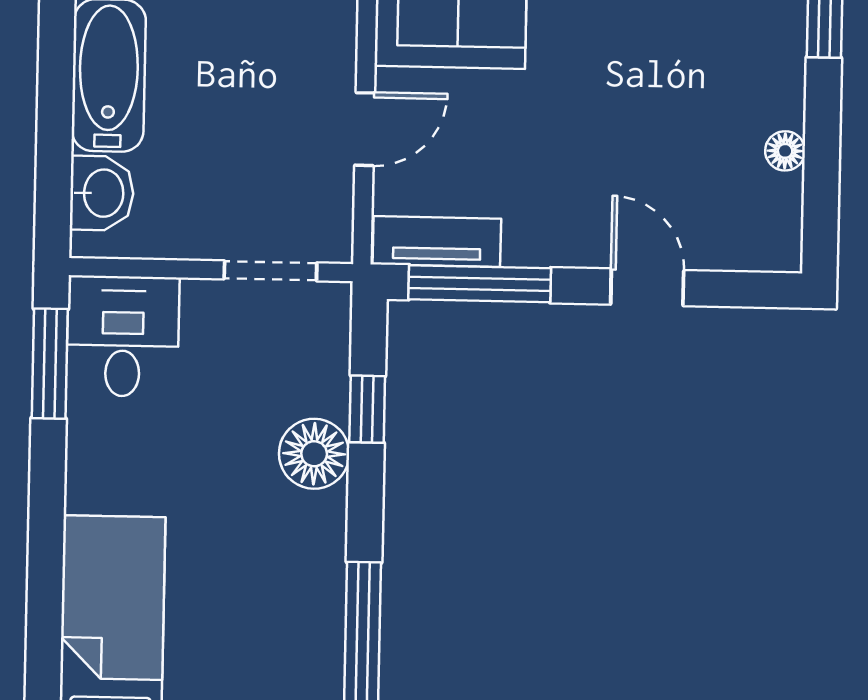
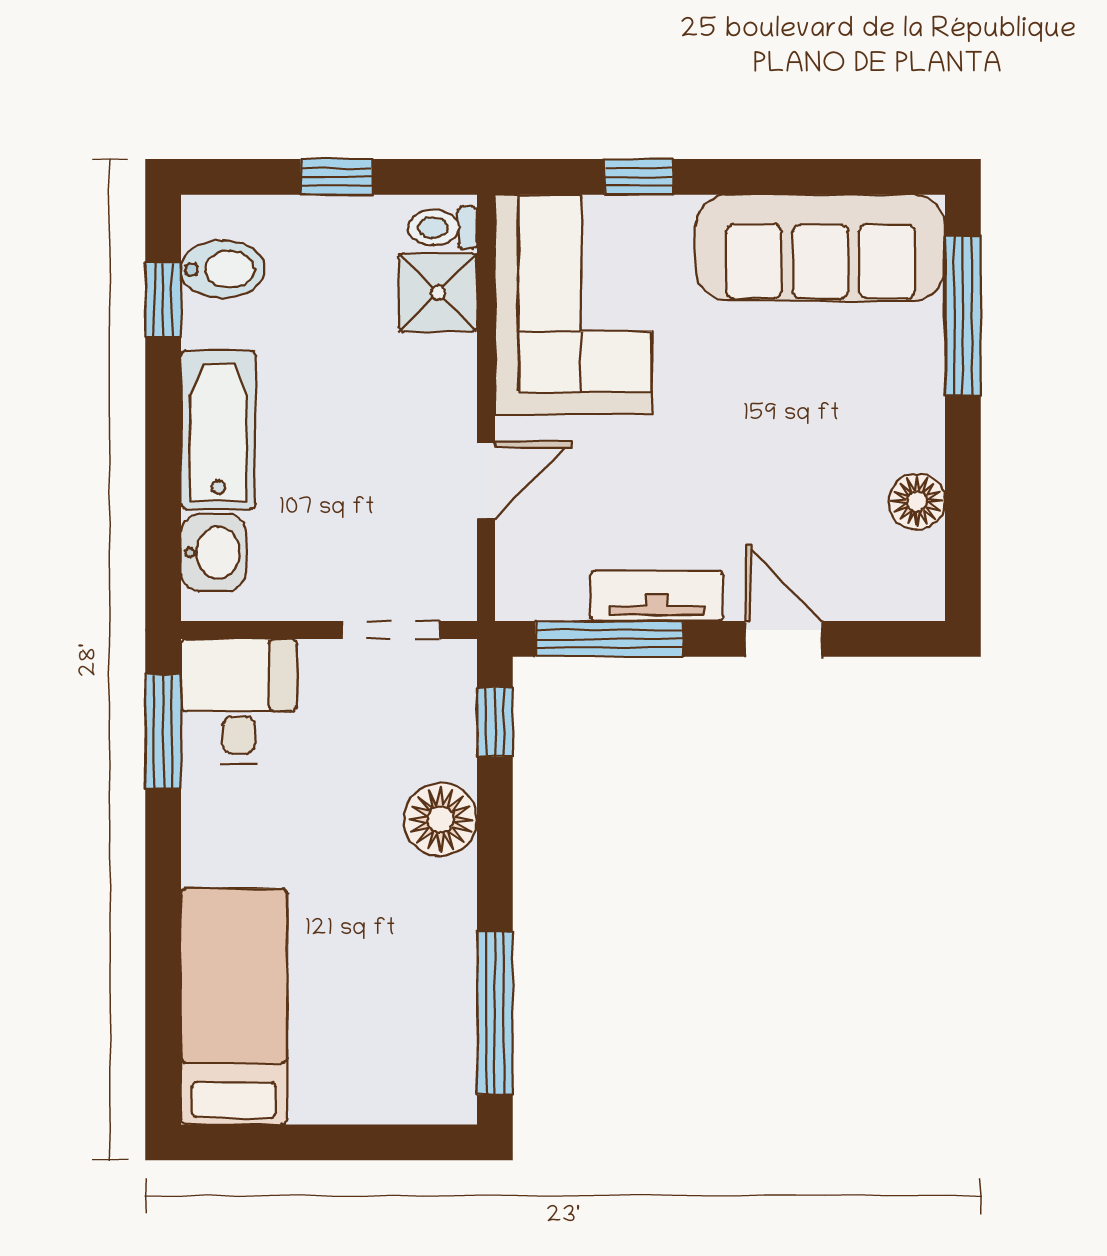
floor lamp: (785, 151) -> (917, 501), width x1.37, depth x1.37
tv unit: (437, 241) -> (657, 596), moved
window: (367, 409) -> (495, 722), moved

